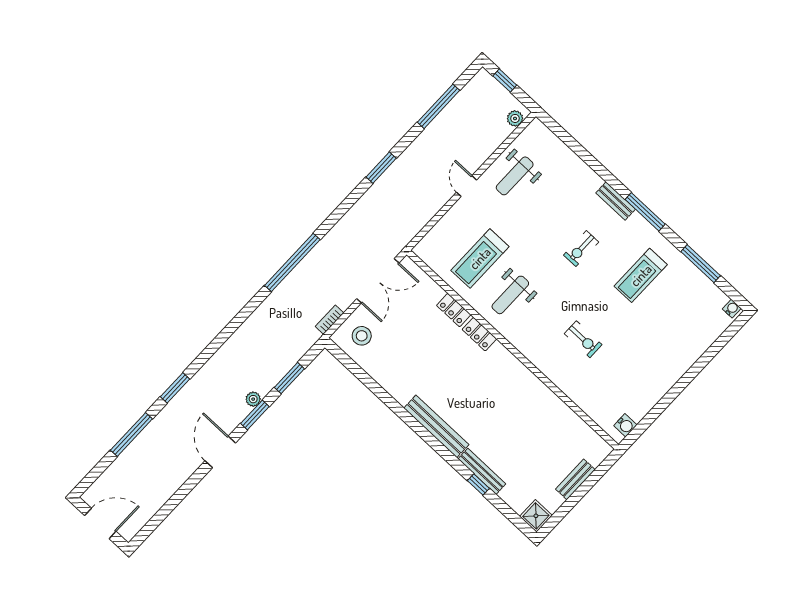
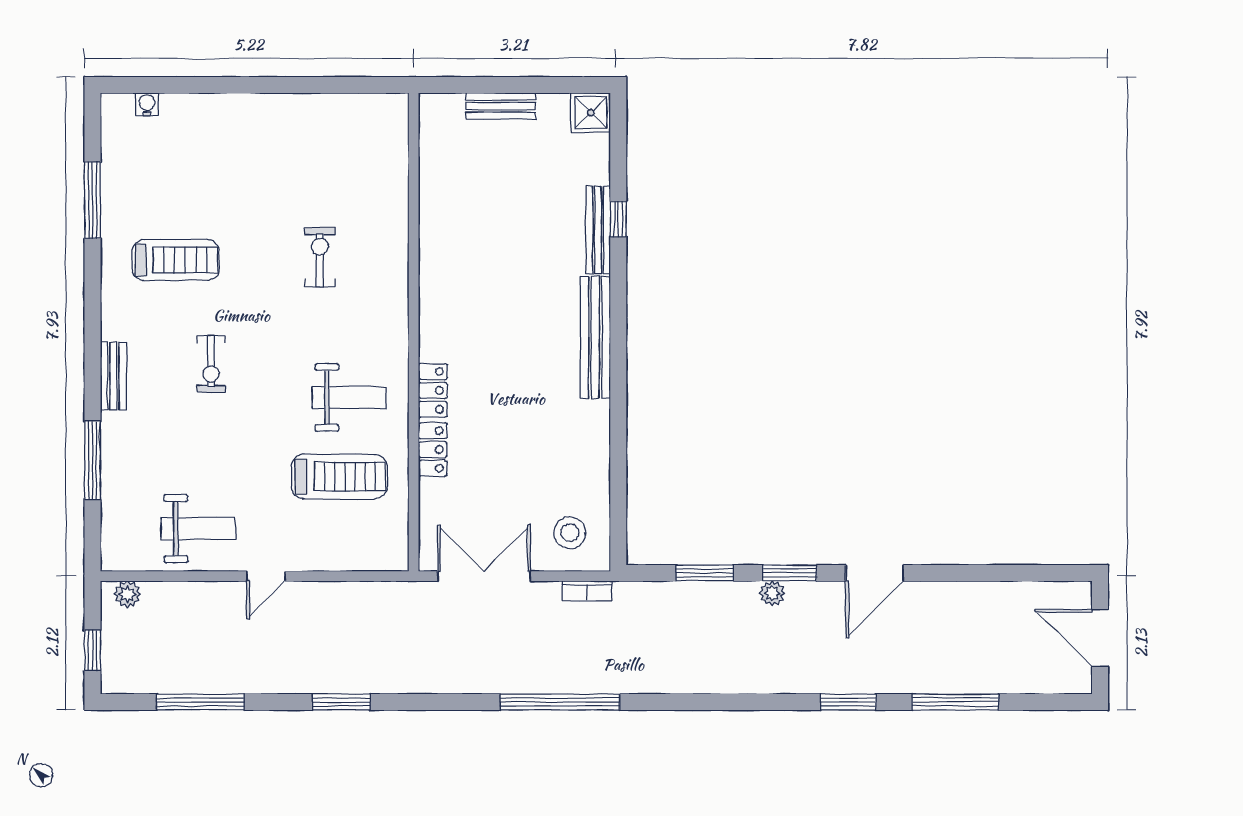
window: (645, 212) -> (93, 460), moved
exercise bike: (581, 249) -> (211, 364), turned 90
water cooler: (732, 309) -> (147, 104), moved, turned 90
water cooler: (625, 425) -> (377, 107), removed

